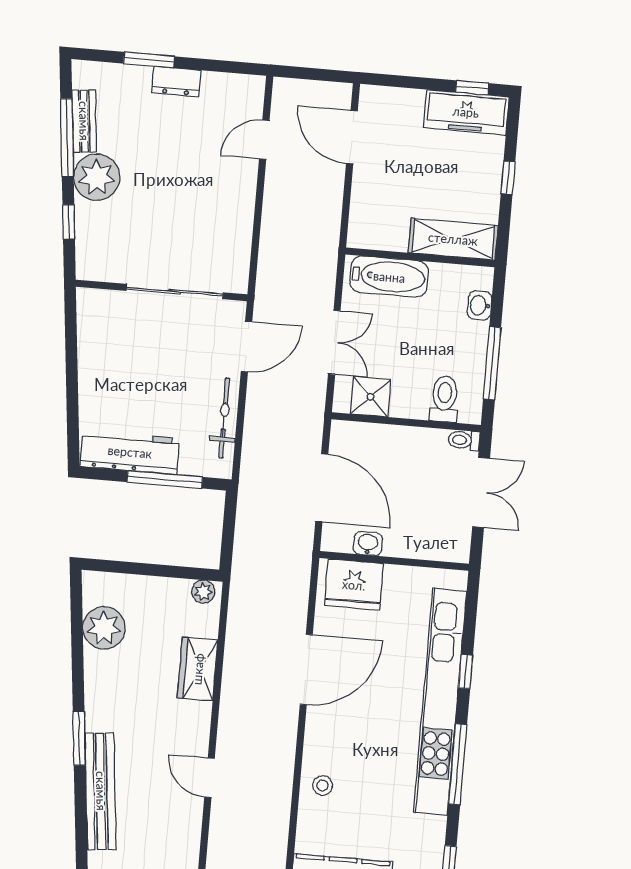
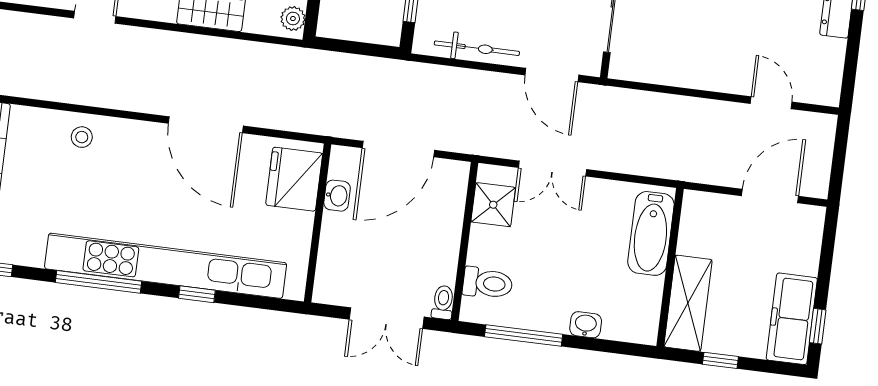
shelving: (453, 239) -> (688, 303), moved
wall: (420, 257) -> (670, 267), moved
bathtub: (389, 277) -> (651, 233), moved

